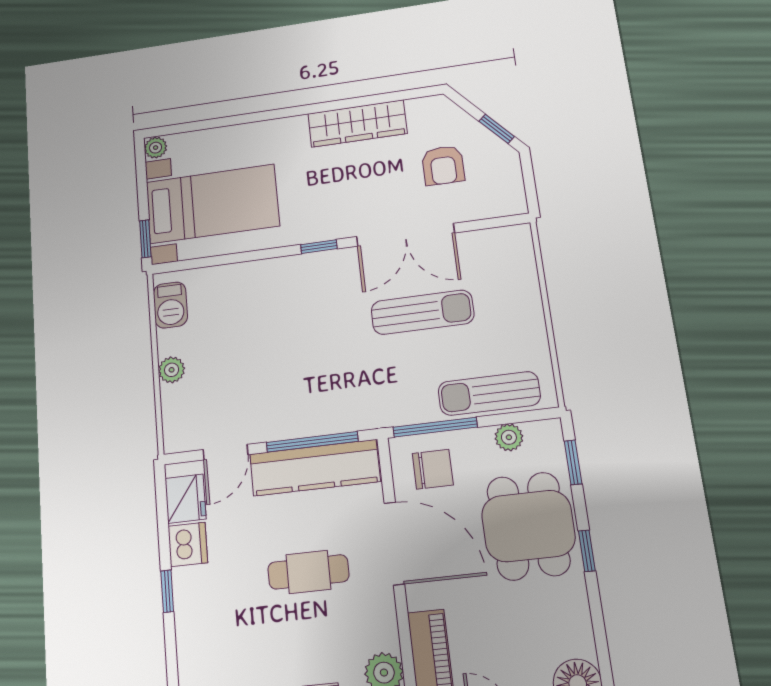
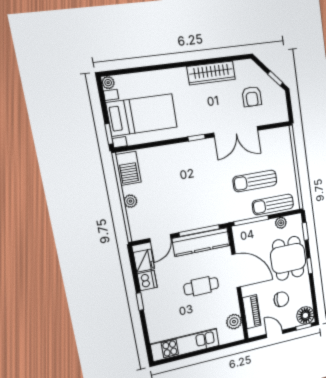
barbecue: (170, 305) -> (128, 168), width x1.38, depth x1.27
sun lounger: (422, 312) -> (255, 181), moved, turned 180
chair: (433, 469) -> (281, 299), moved

